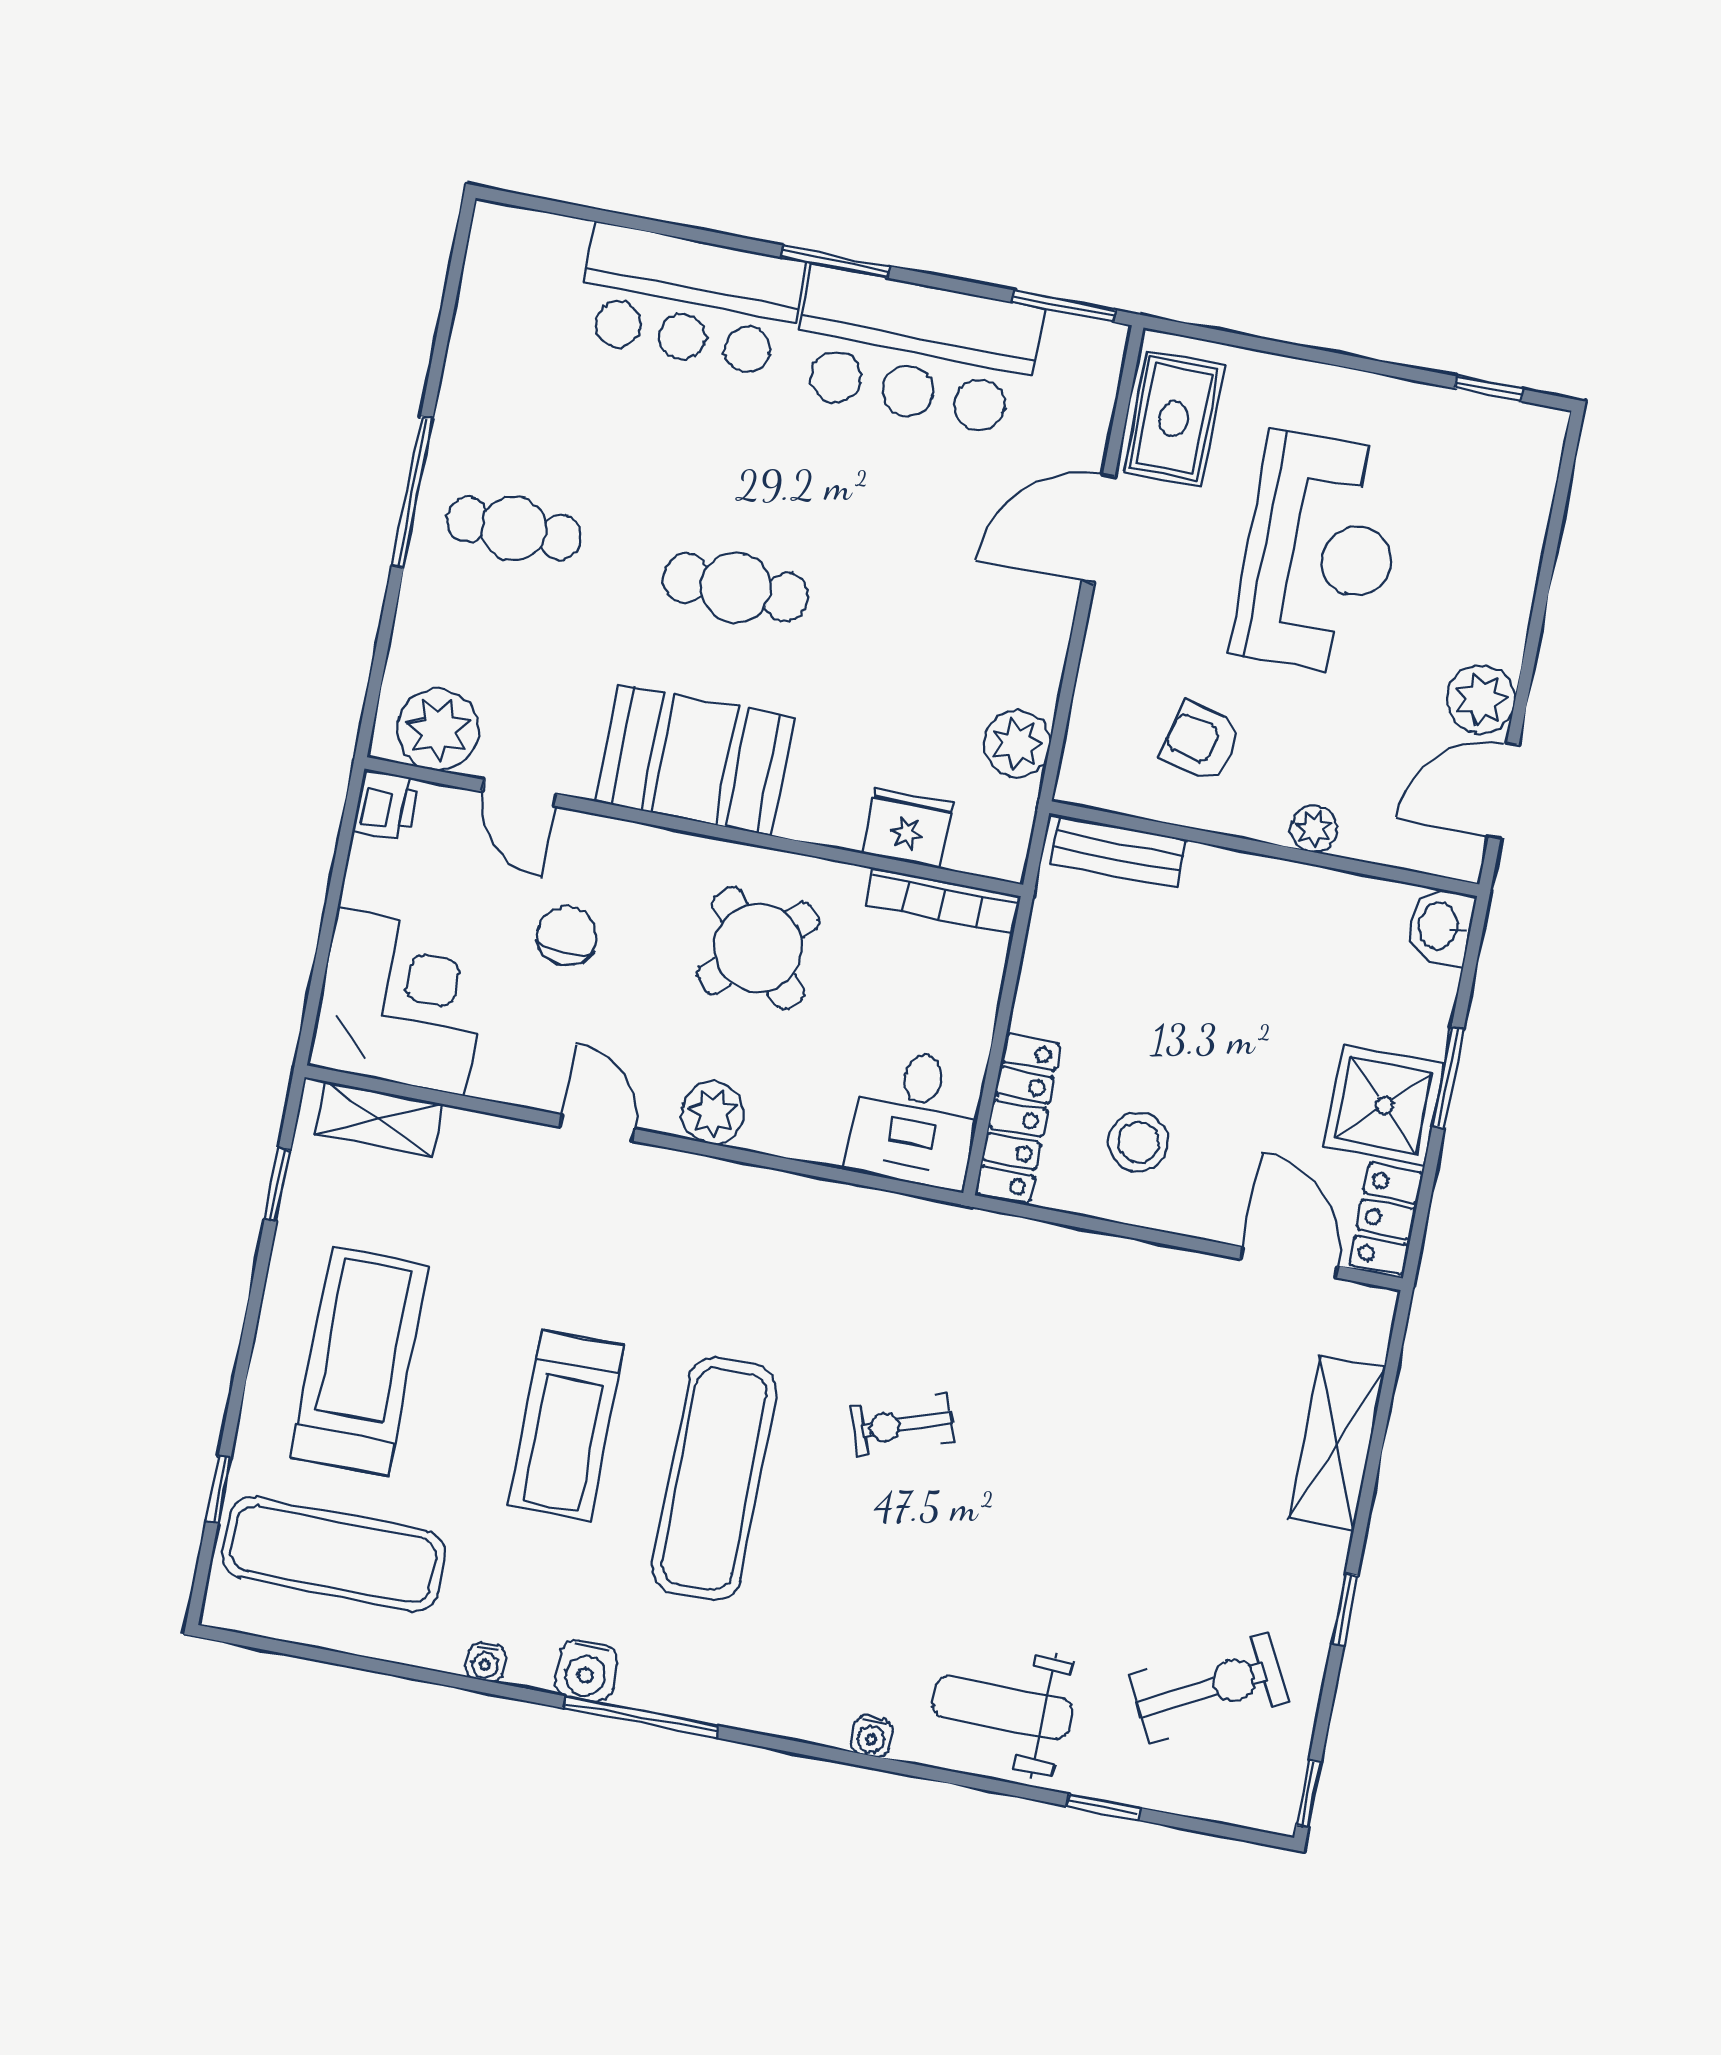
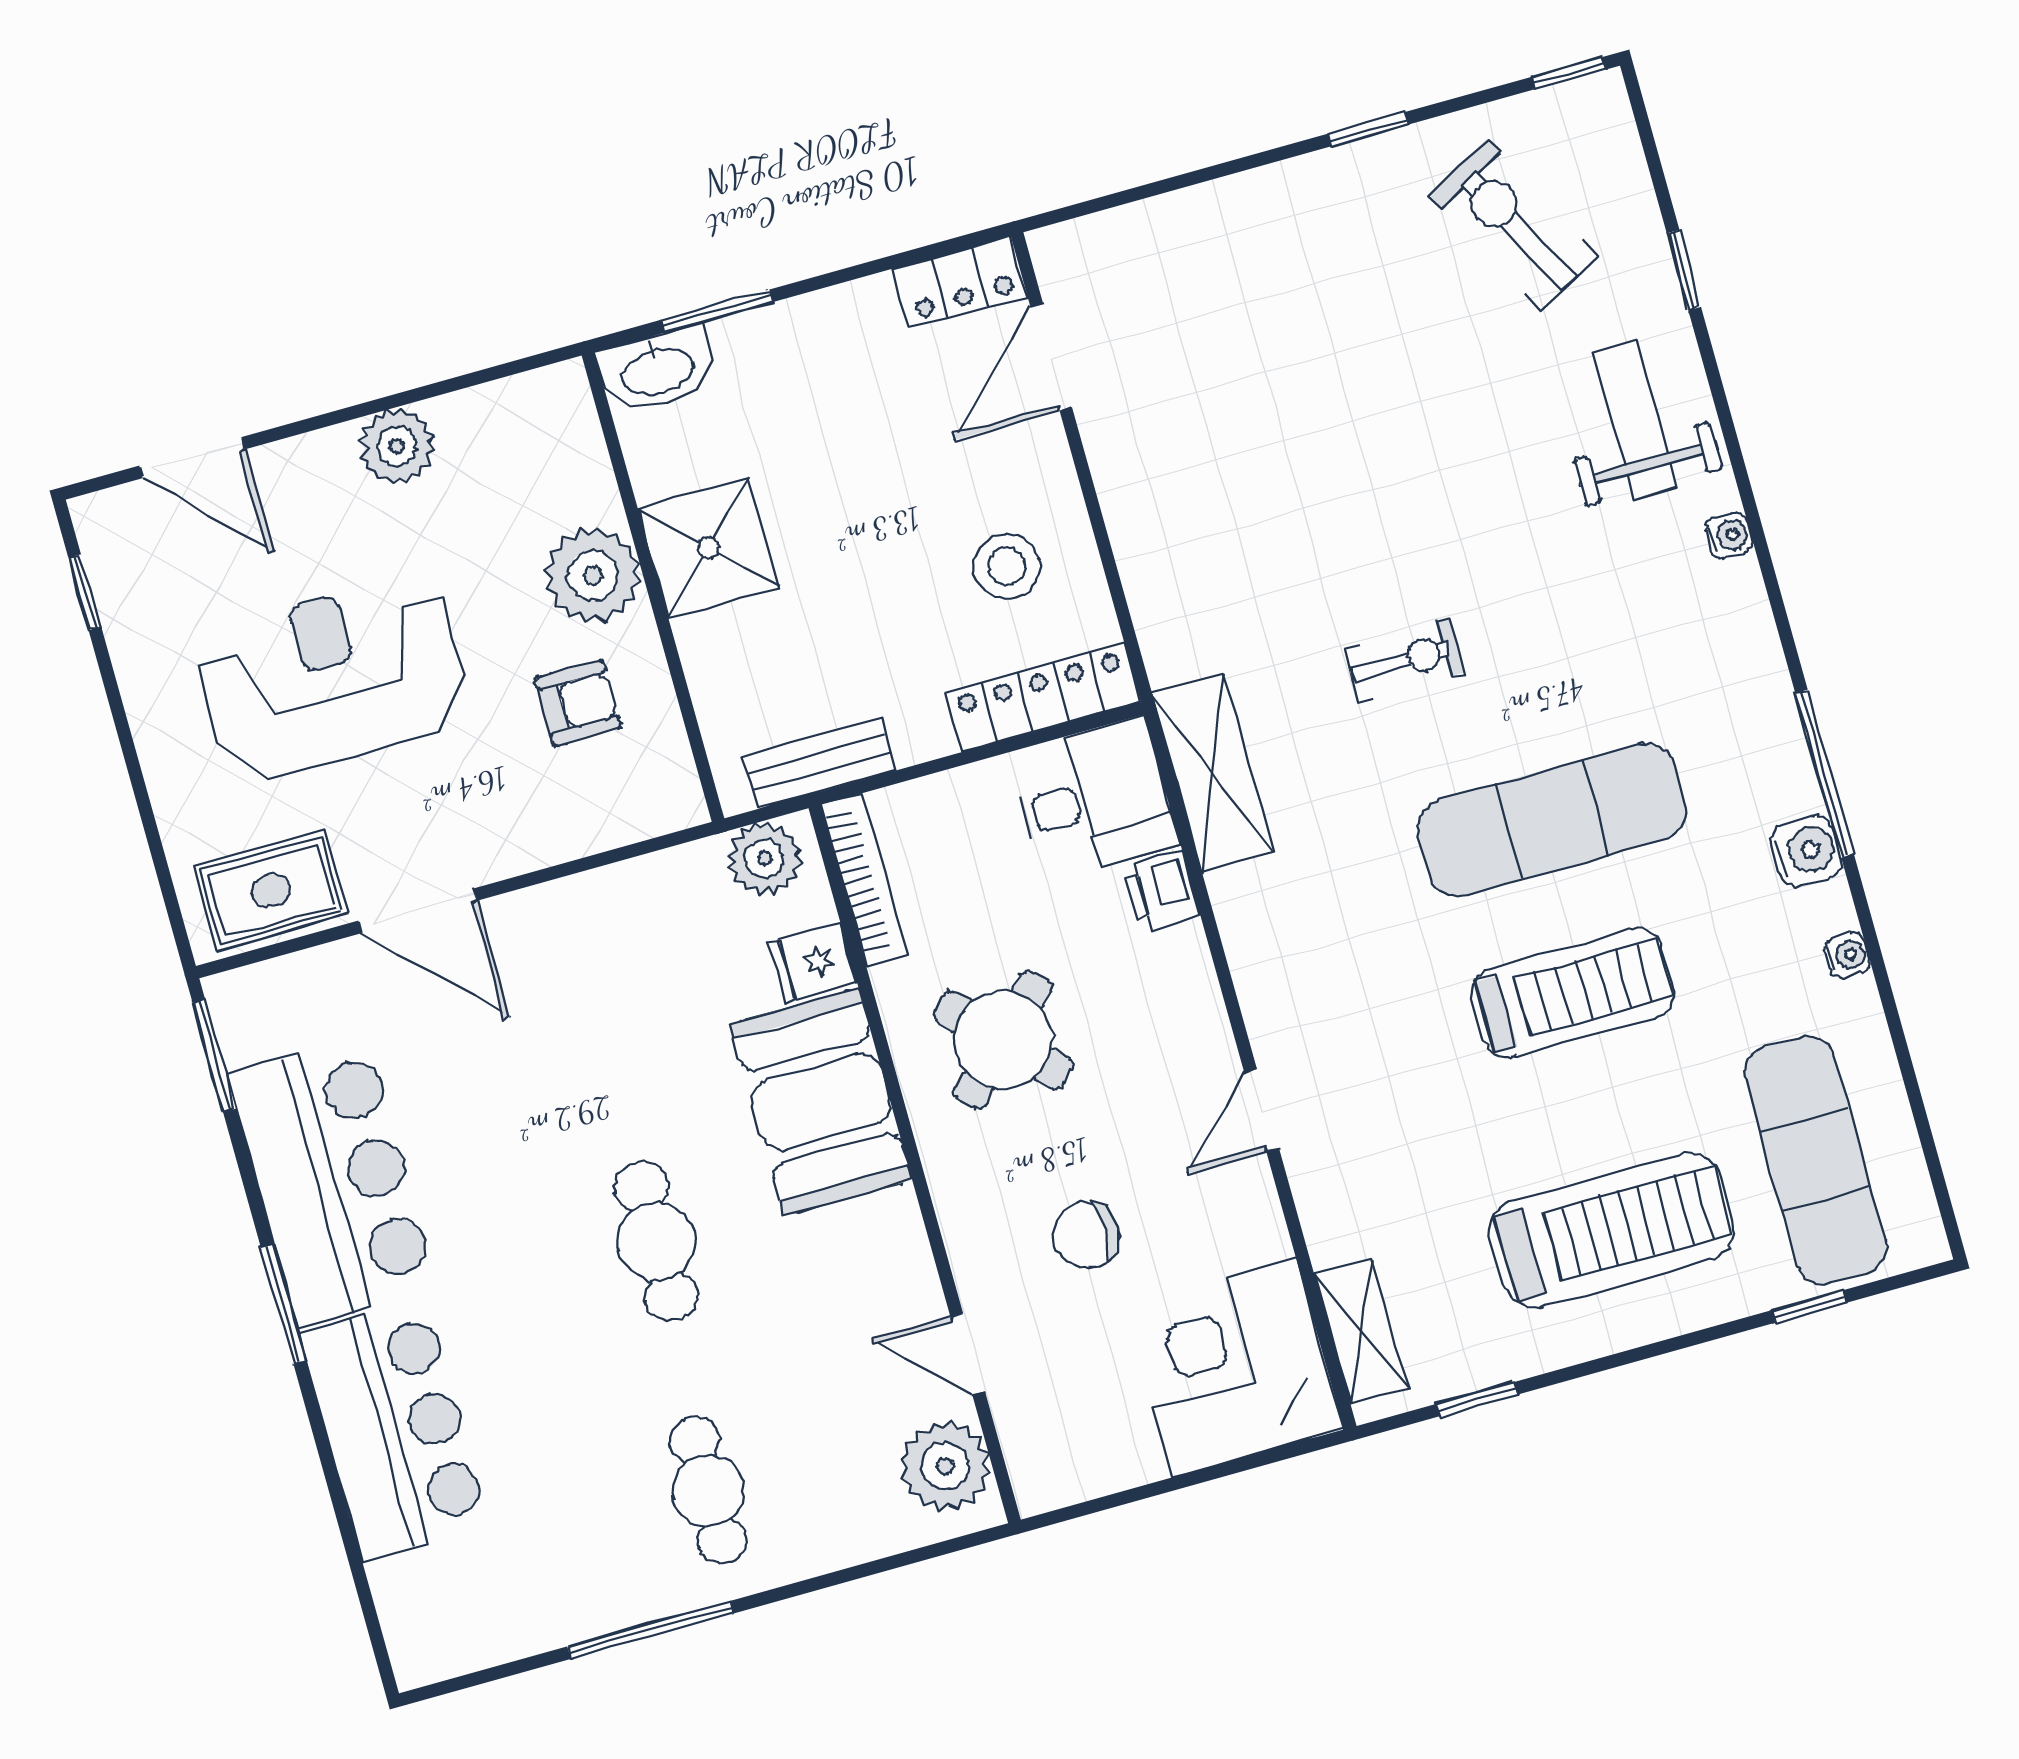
window: (412, 492) -> (650, 1630), moved
armchair: (1201, 742) -> (578, 703), turned -103
plant: (1017, 744) -> (764, 859), moved
booth: (695, 760) -> (821, 1102), moved
door: (1504, 791) -> (192, 458), moved
door: (519, 793) -> (968, 1354), swing flipped
printer: (386, 804) -> (1161, 891), moved, turned -90
fridge: (908, 828) -> (813, 963), width x0.72
plant: (1314, 829) -> (593, 575), width x1.87, depth x1.87
bench: (1119, 851) -> (820, 763), moved, turned 90
washbasin: (1440, 926) -> (657, 370), width x1.38
window: (1448, 1077) -> (717, 311), moved
shower: (1384, 1105) -> (708, 548), moved
plant: (713, 1113) -> (1189, 1003), removed
treadmill: (360, 1362) -> (1612, 1230), turned 180
exercise bike: (902, 1424) -> (1404, 660), turned -70
shelving: (1337, 1443) -> (1213, 772), moved, turned 90
weight bench: (1003, 1708) -> (1635, 420), turned 180

